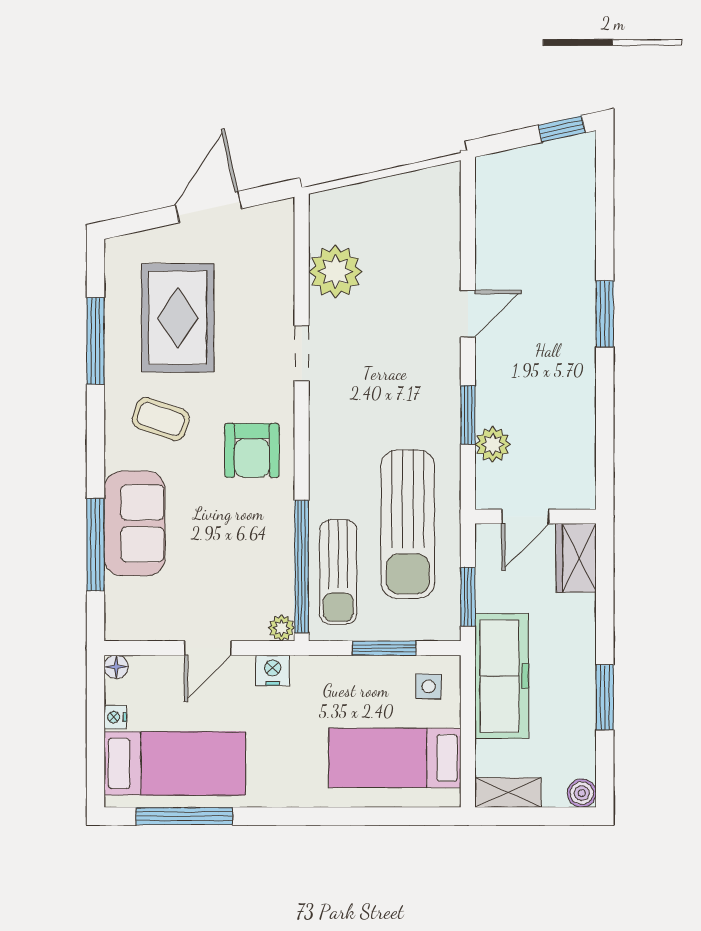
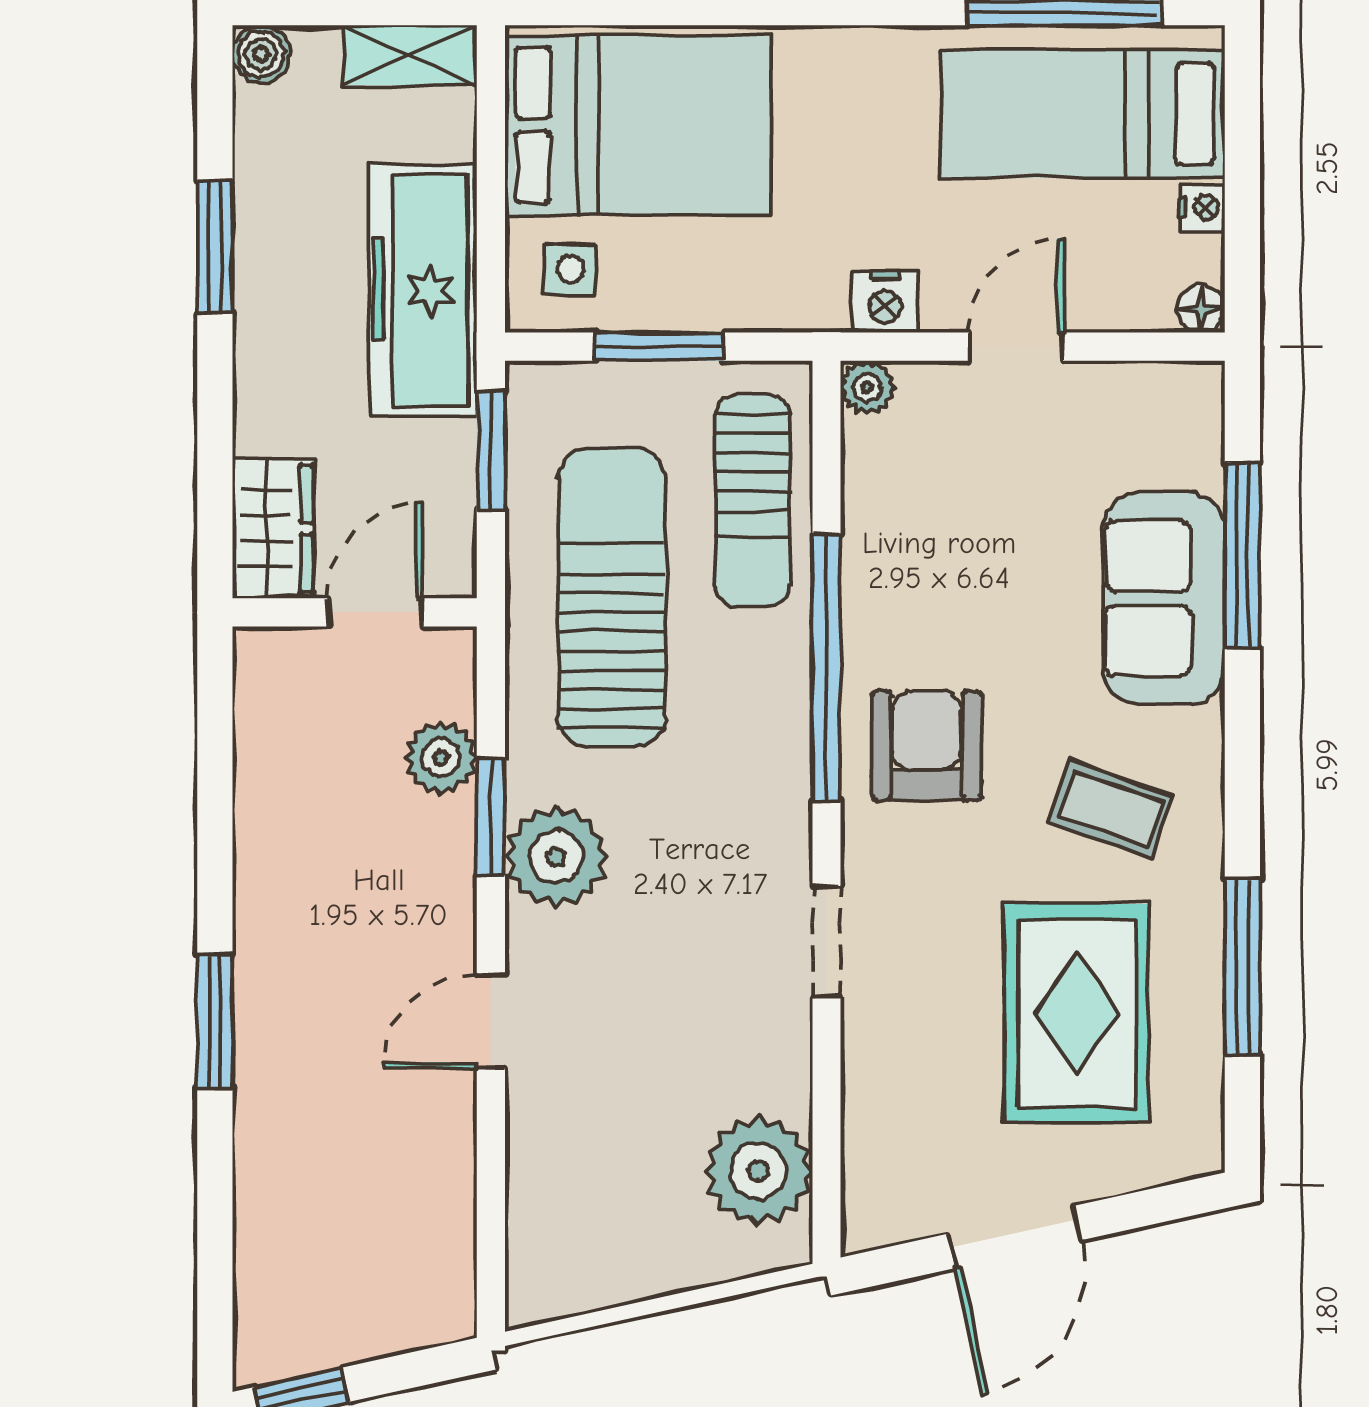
plant: (335, 272) -> (758, 1171), moved
plant: (436, 395) -> (556, 857), added
window: (302, 567) -> (827, 668), moved
sun lounger: (338, 572) -> (753, 500), turned 180
bed: (395, 758) -> (638, 125), width x1.50

